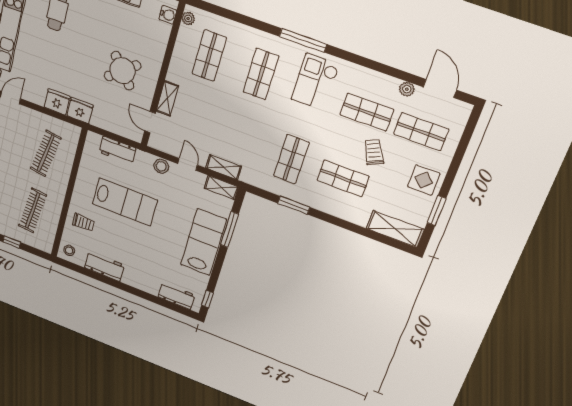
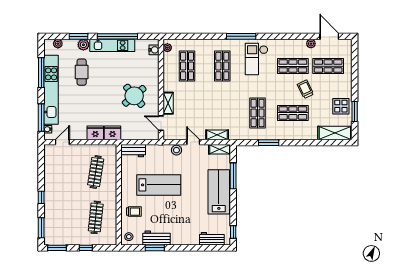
workbench: (117, 150) -> (133, 151), moved
display table: (424, 180) -> (341, 106), moved
window: (99, 277) -> (155, 248), added

